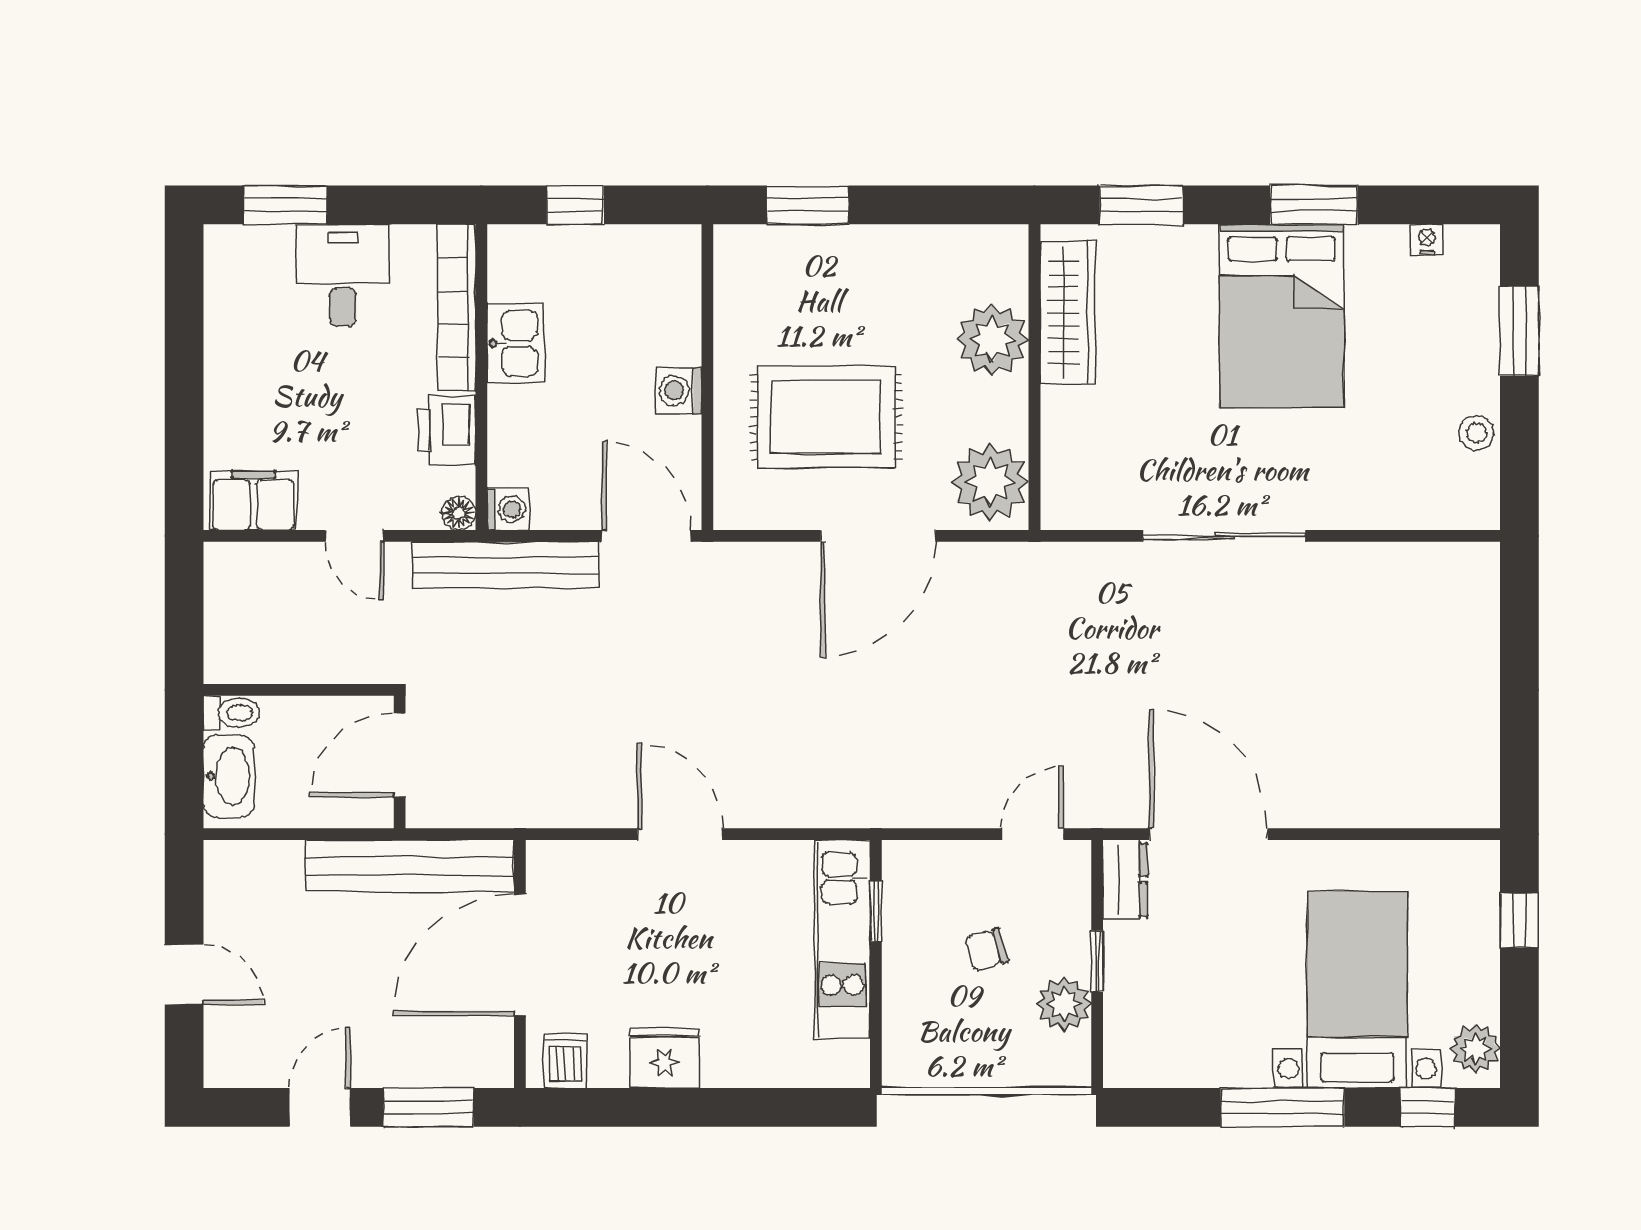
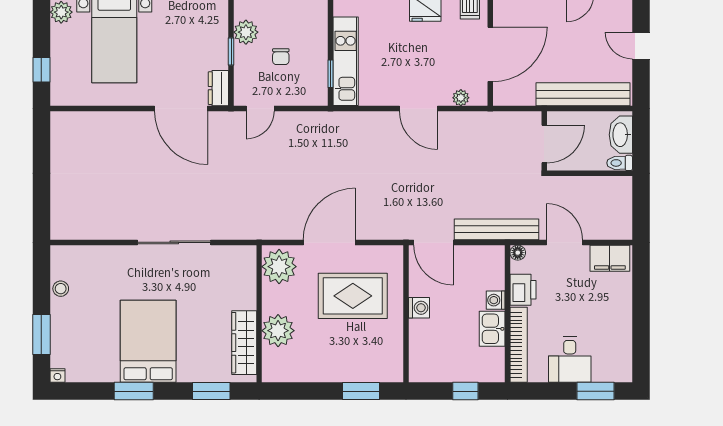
nightstand: (1427, 240) -> (57, 375), moved
washing machine: (508, 509) -> (496, 300), moved
door: (354, 536) -> (565, 242), width x1.38
plant: (585, 858) -> (461, 98), added
bench: (410, 866) -> (583, 94), moved
chair: (986, 950) -> (281, 57), turned 106

